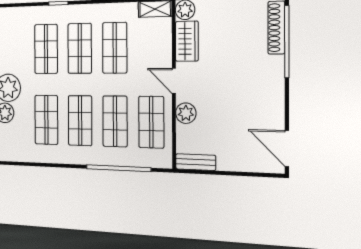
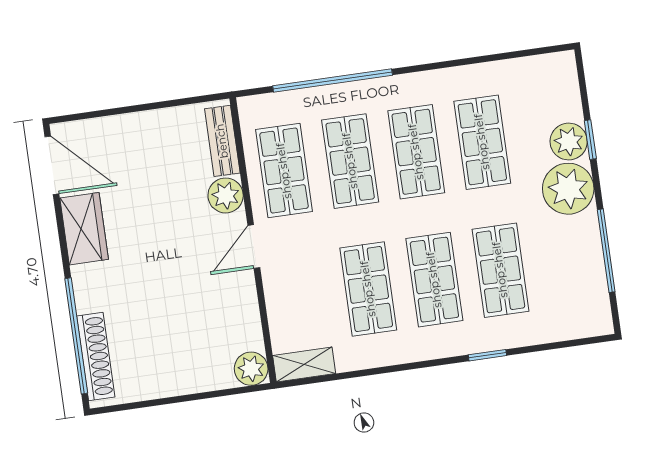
wardrobe: (187, 41) -> (84, 229), moved, turned 180
door: (174, 81) -> (254, 247), swing flipped
bench: (196, 162) -> (222, 141), moved, turned 90

